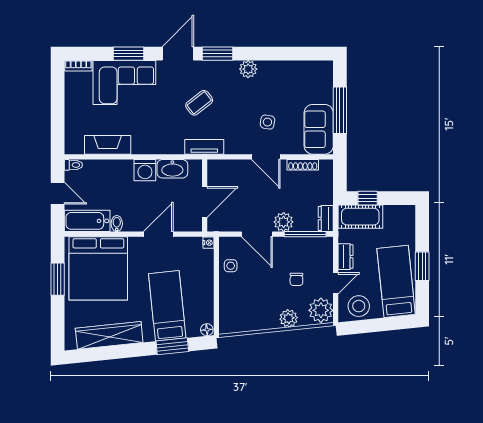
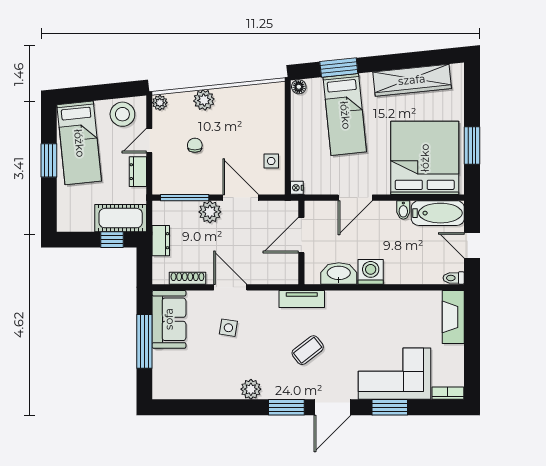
fireplace: (108, 145) -> (453, 317), moved, turned 90
dresser: (326, 219) -> (161, 241), moved
plant: (321, 310) -> (160, 103), width x0.53, depth x0.53

